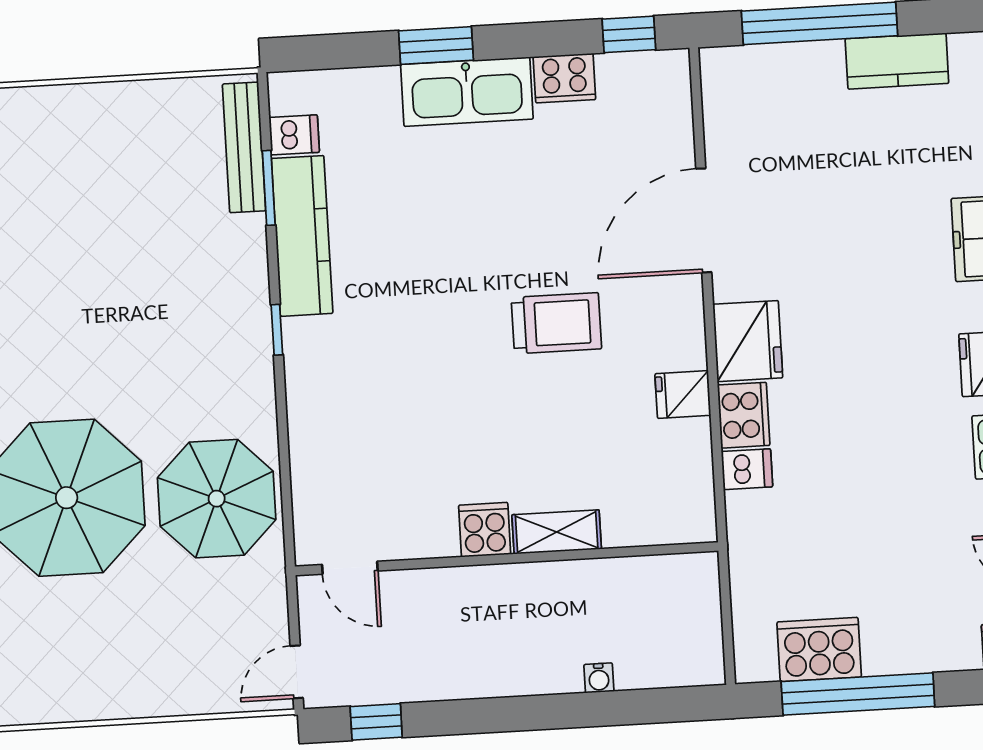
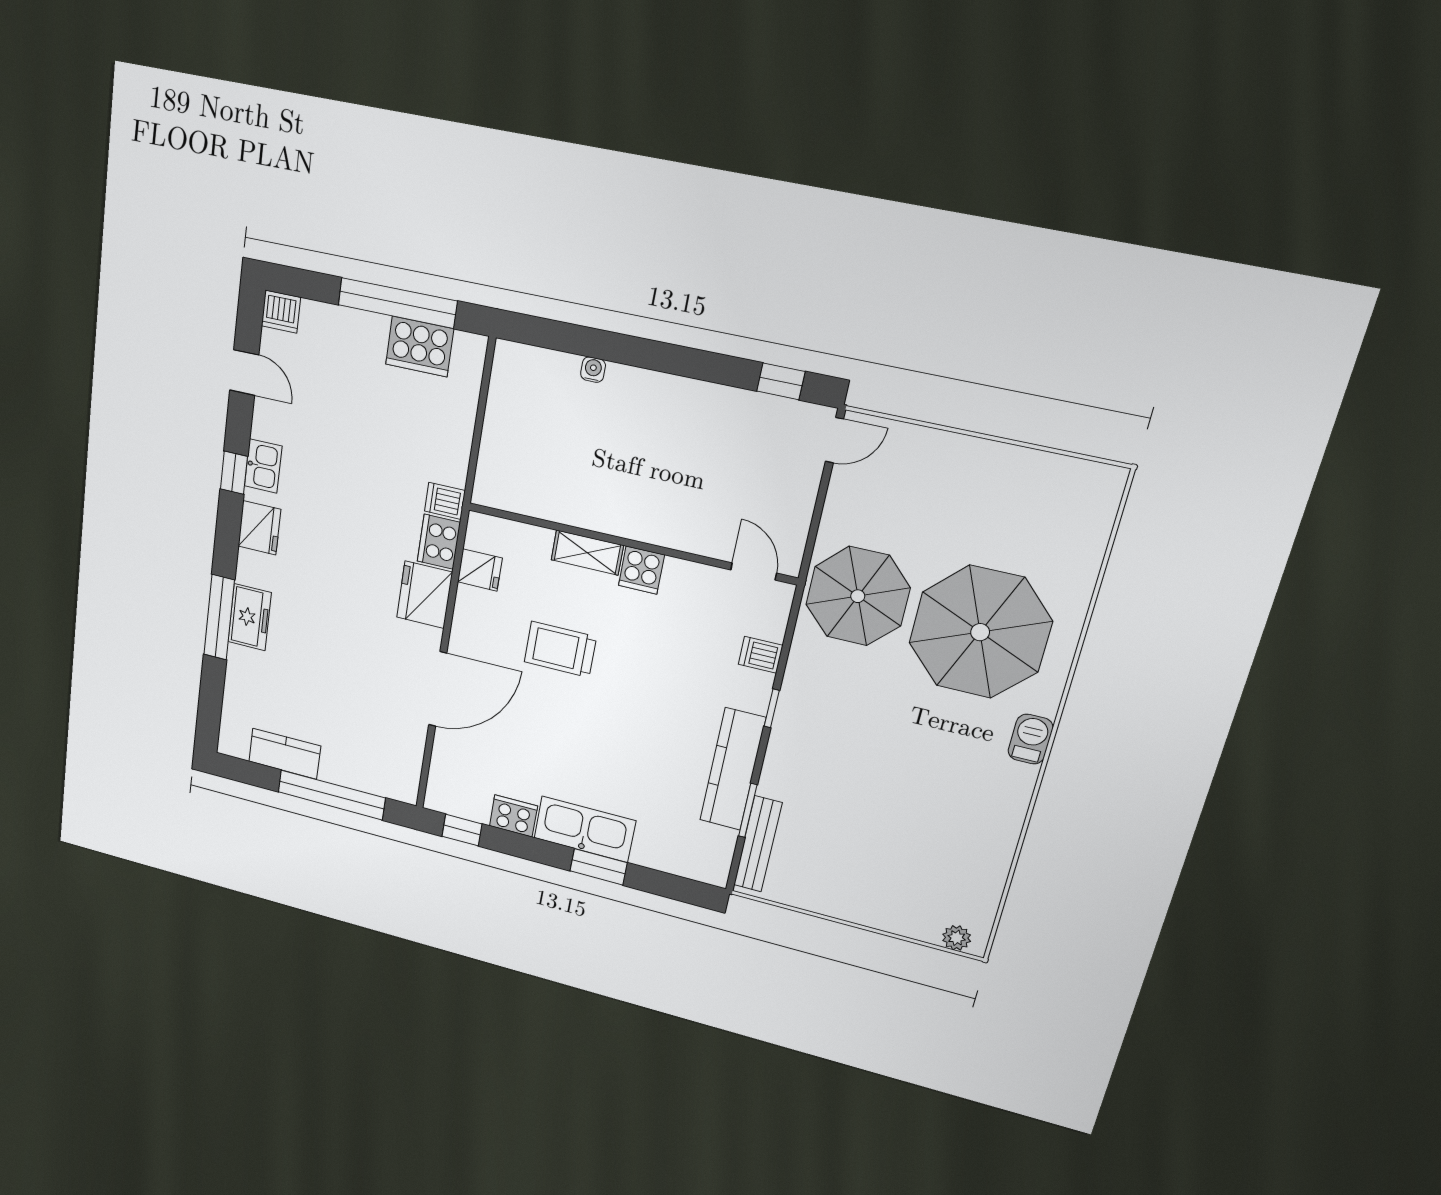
dishwasher: (294, 135) -> (761, 655), moved
cooker: (485, 530) -> (641, 570), moved
shelving: (557, 532) -> (587, 553), moved
wall: (507, 559) -> (630, 543), moved
door: (350, 568) -> (754, 572), moved

